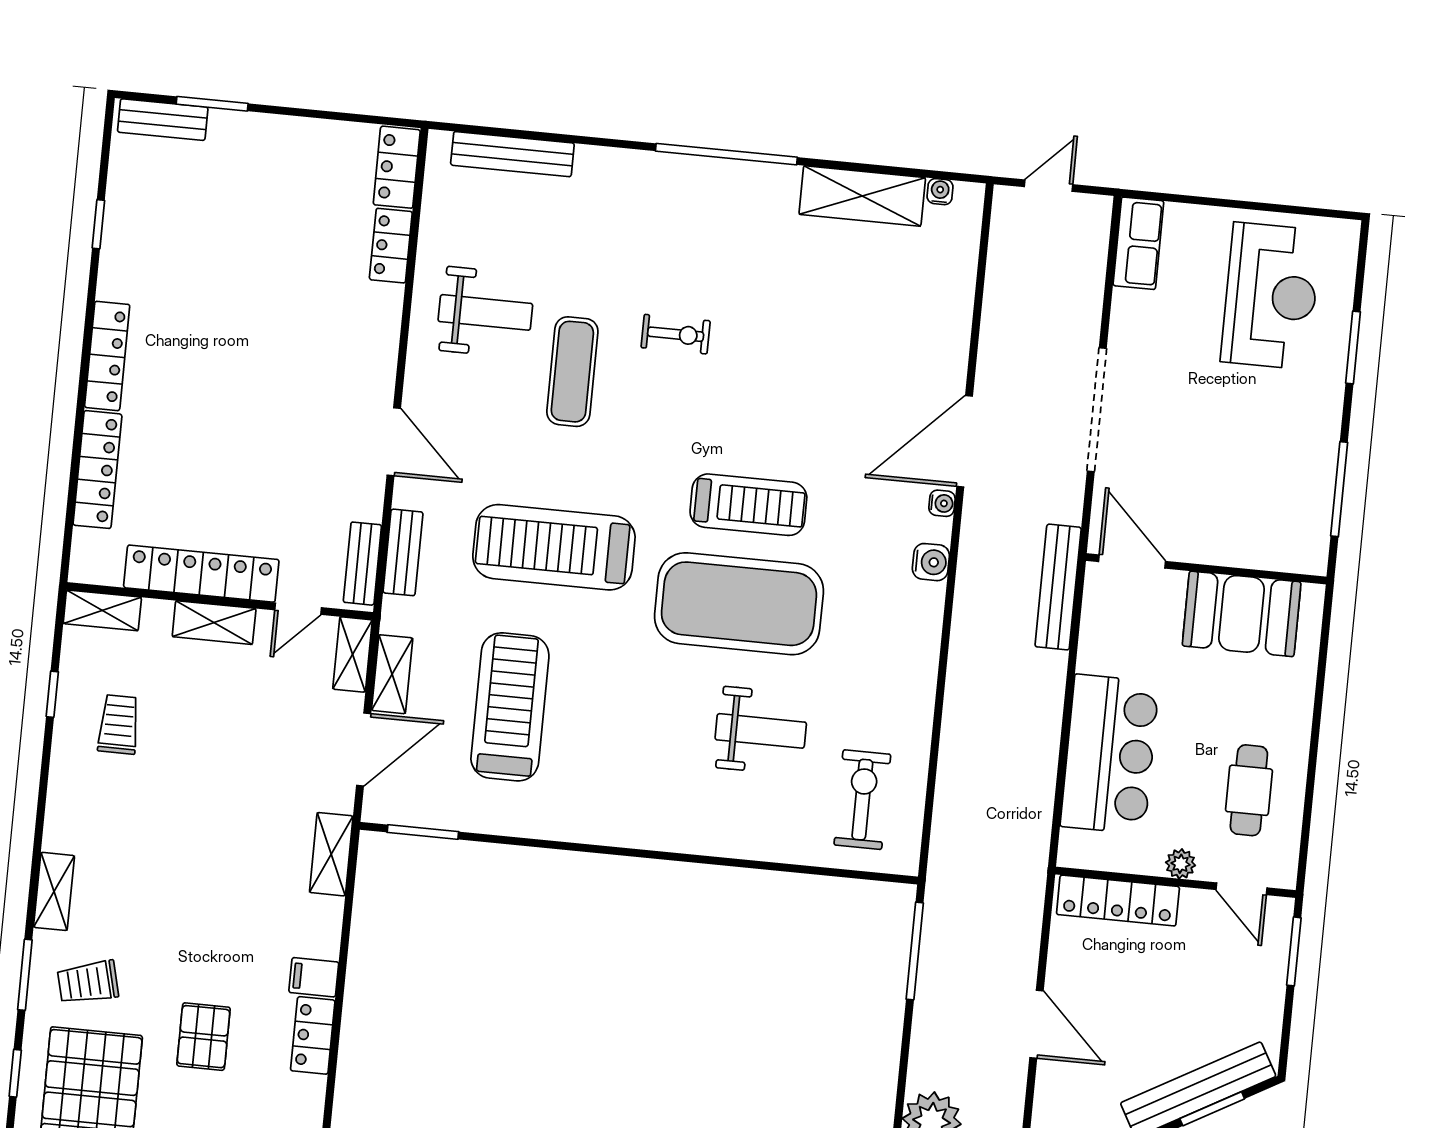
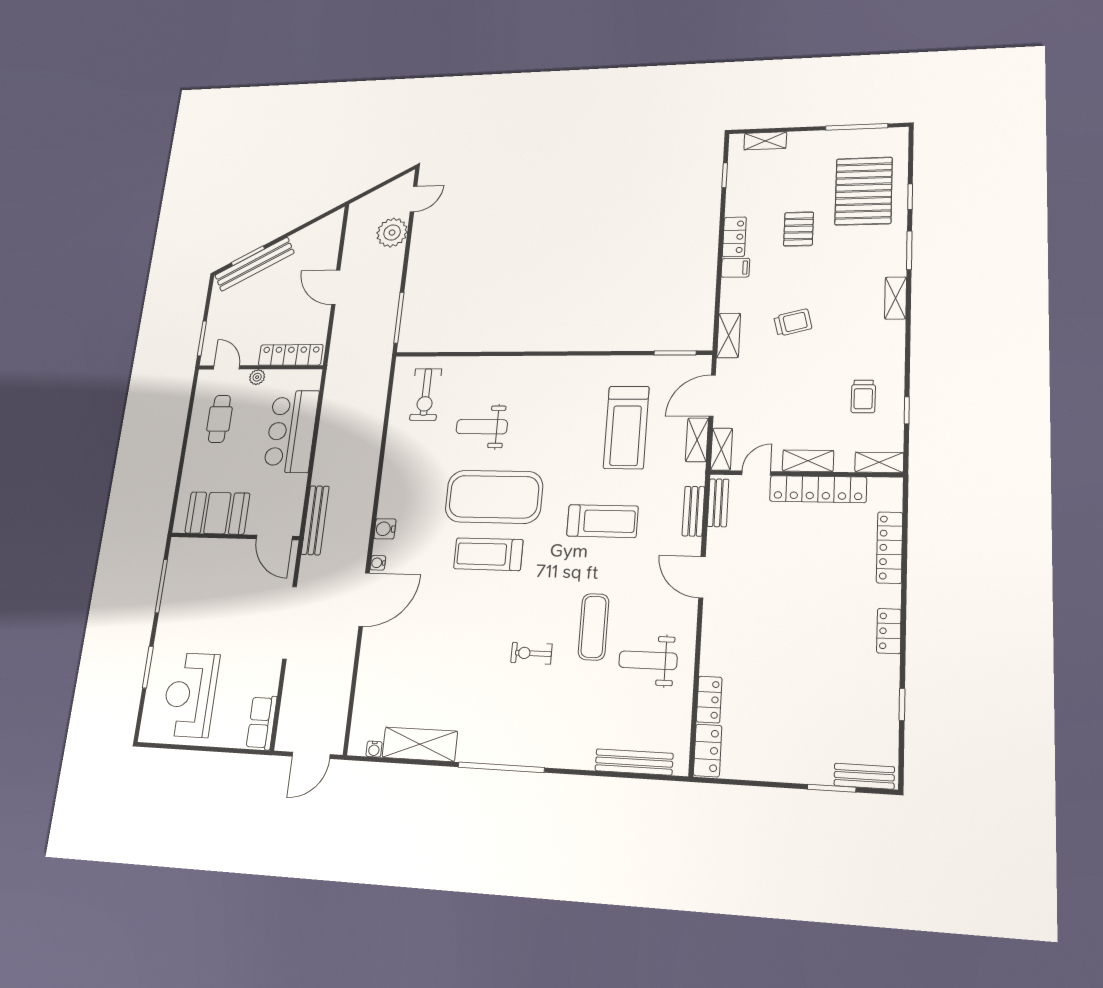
door: (1048, 186) -> (311, 755), width x1.38
locker: (107, 356) -> (889, 631), width x0.66
treadmill: (554, 547) -> (602, 521), width x0.73, depth x0.73
trolley: (88, 982) -> (793, 323), moved

